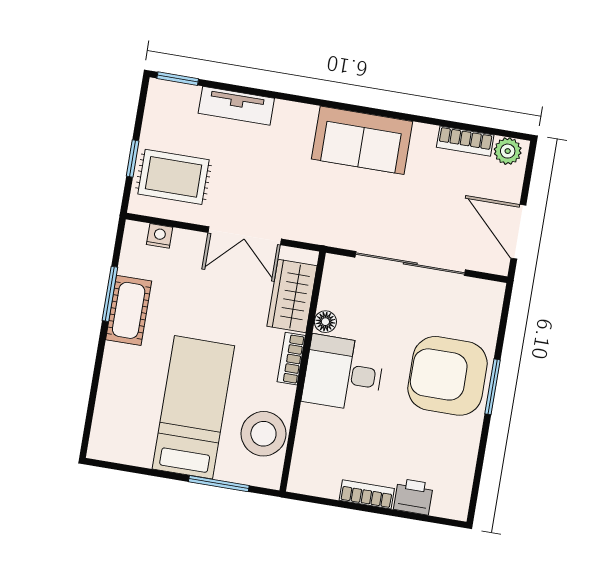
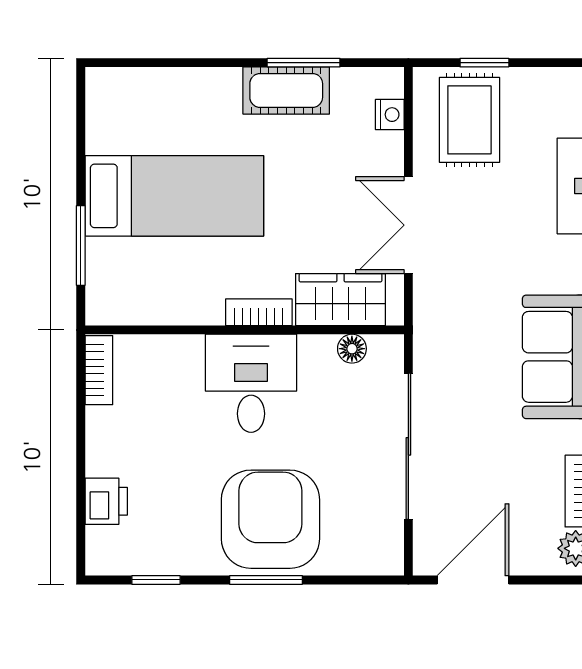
floor lamp: (325, 322) -> (352, 349), moved
stool: (263, 434) -> (155, 293), removed
window: (479, 469) -> (156, 580), added
bookcase: (367, 494) -> (99, 370), moved

